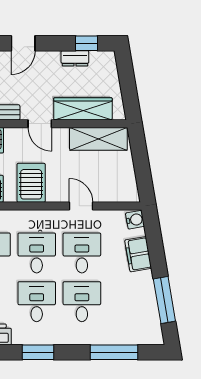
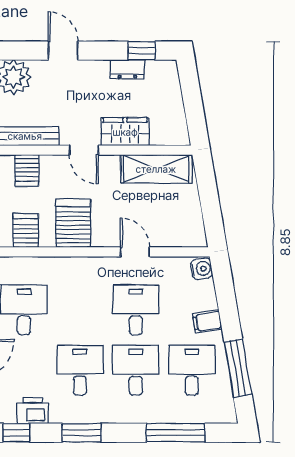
door: (23, 43) -> (63, 51), swing flipped
wardrobe: (83, 109) -> (125, 132), width x0.67
desk: (37, 253) -> (192, 370), moved
filing cabinet: (138, 254) -> (207, 321), width x0.50

